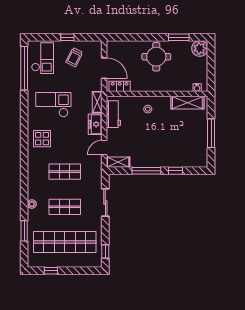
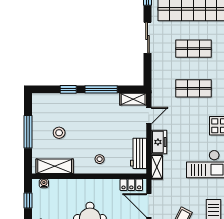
window: (211, 72) -> (28, 201), added
stool: (184, 132) -> (59, 133), added
sliding door: (105, 202) -> (148, 38), moved

